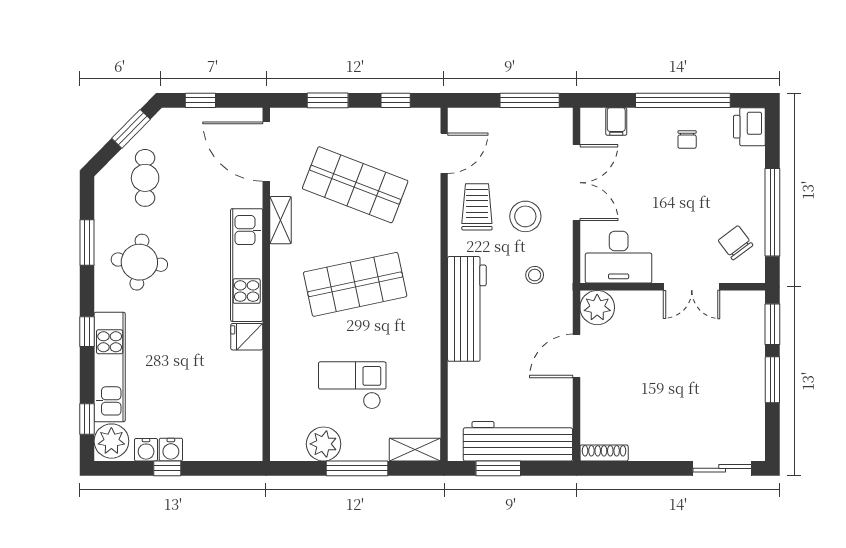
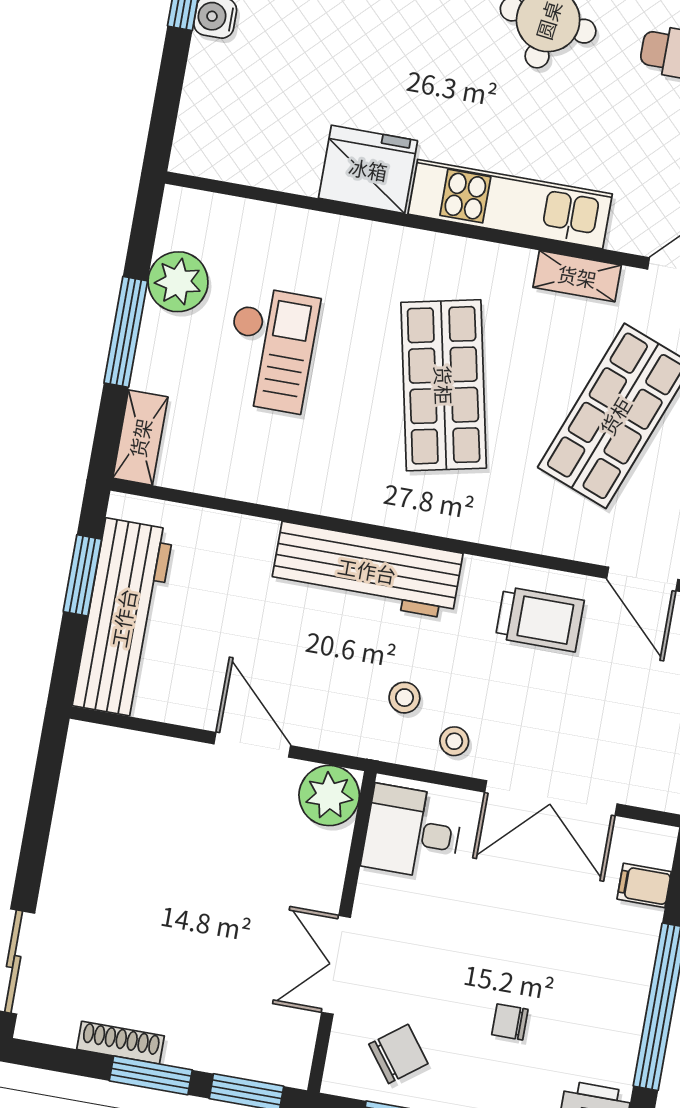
chair: (687, 139) -> (510, 1022), moved
stool: (525, 216) -> (454, 741), moved, width x0.53, depth x0.53
desk: (619, 257) -> (412, 832), width x0.73
fridge: (247, 337) -> (368, 169), width x1.88, depth x1.34
shoe rack: (604, 453) -> (121, 1043), moved, turned -90

